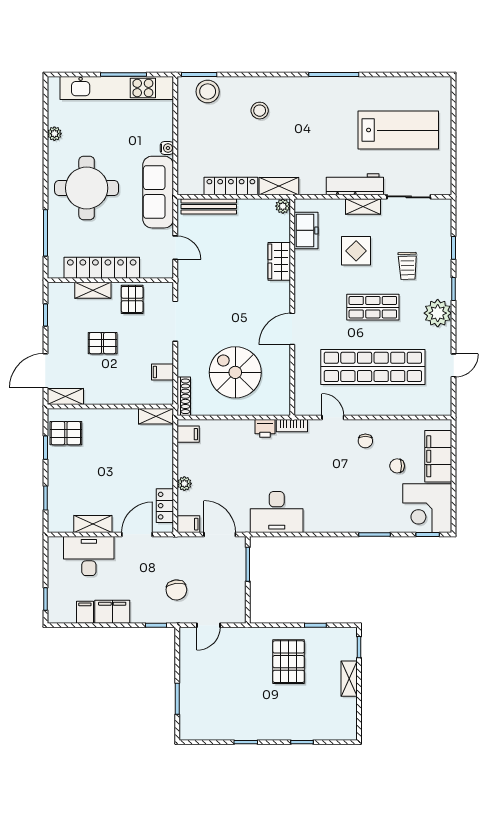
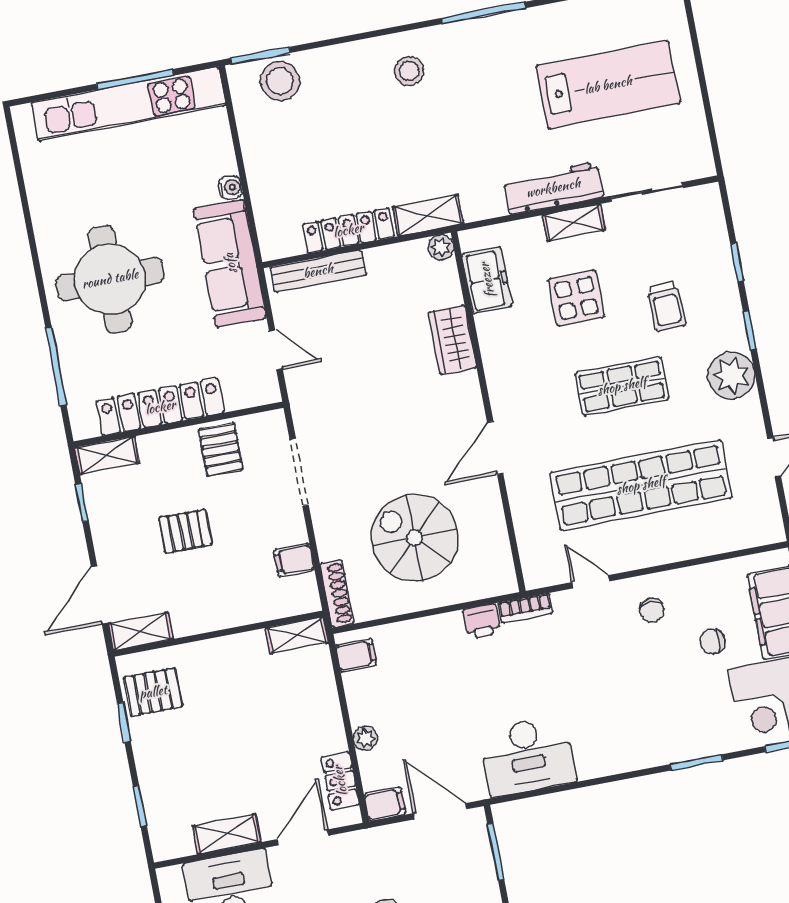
stool: (260, 111) -> (409, 71), moved
plant: (54, 134) -> (40, 199), removed
shelving: (93, 290) -> (107, 455), moved

